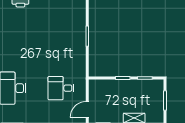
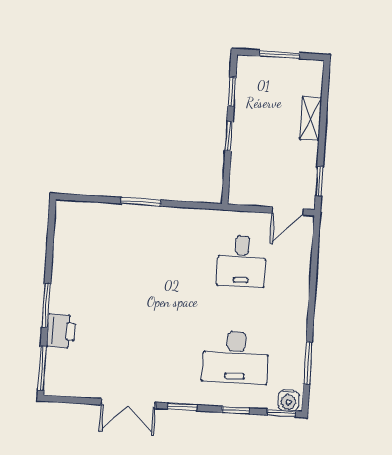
door: (87, 109) -> (287, 211), hinge flipped

